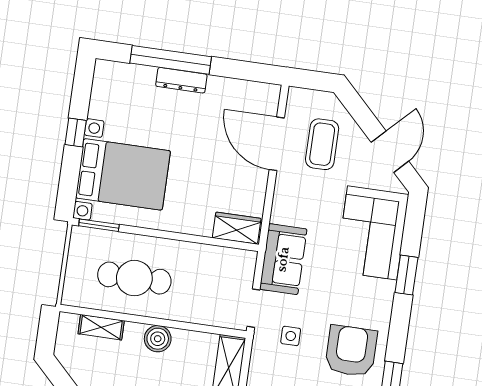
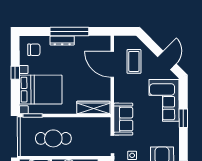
window: (171, 60) -> (69, 31), moved
chair: (121, 91) -> (34, 50), added
wardrobe: (237, 228) -> (93, 107), width x1.50

